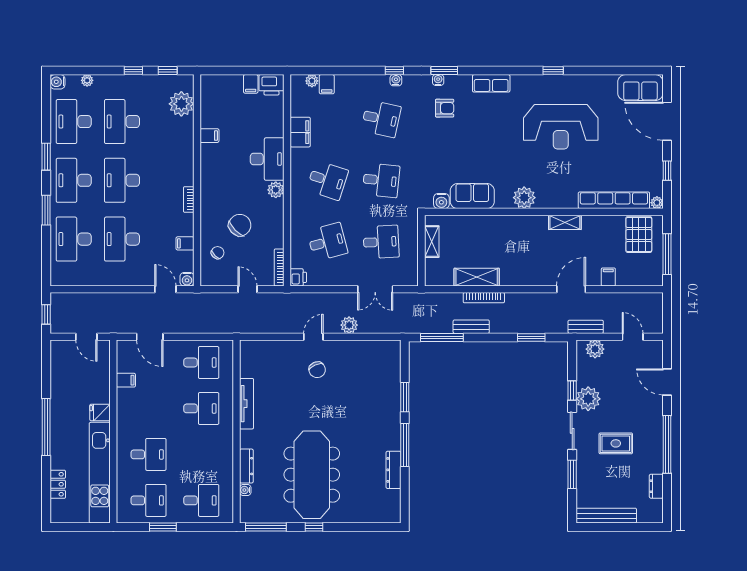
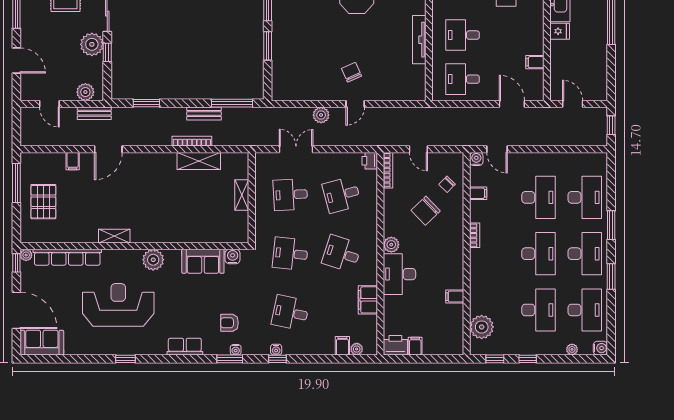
sofa: (472, 196) -> (203, 261), moved
plant: (524, 198) -> (153, 260), moved
row of seats: (614, 200) -> (67, 257), moved
water cooler: (441, 201) -> (233, 256), moved
plant: (657, 203) -> (26, 255), moved
wall: (544, 212) -> (134, 246), moved
shelving: (565, 222) -> (114, 236), moved

